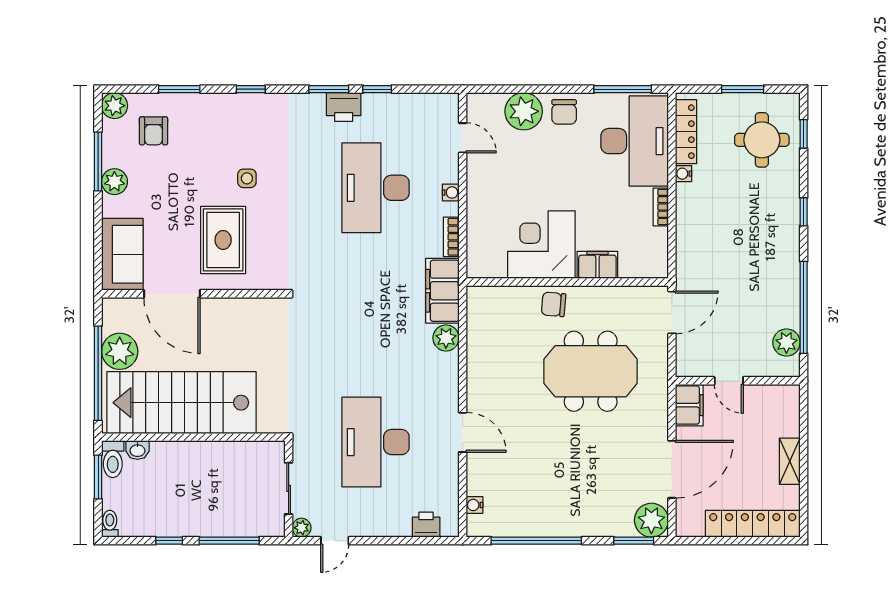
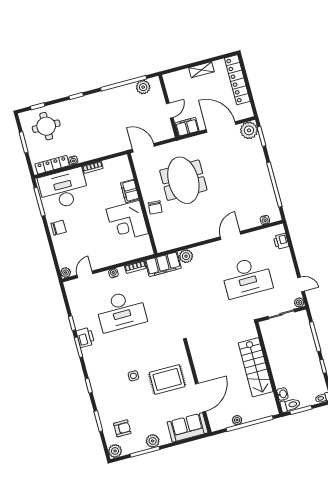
plant: (524, 111) -> (66, 272), moved, width x0.53, depth x0.53
plant: (120, 351) -> (237, 420), width x0.53, depth x0.53
stairs: (181, 403) -> (256, 367), width x0.73, depth x0.66

